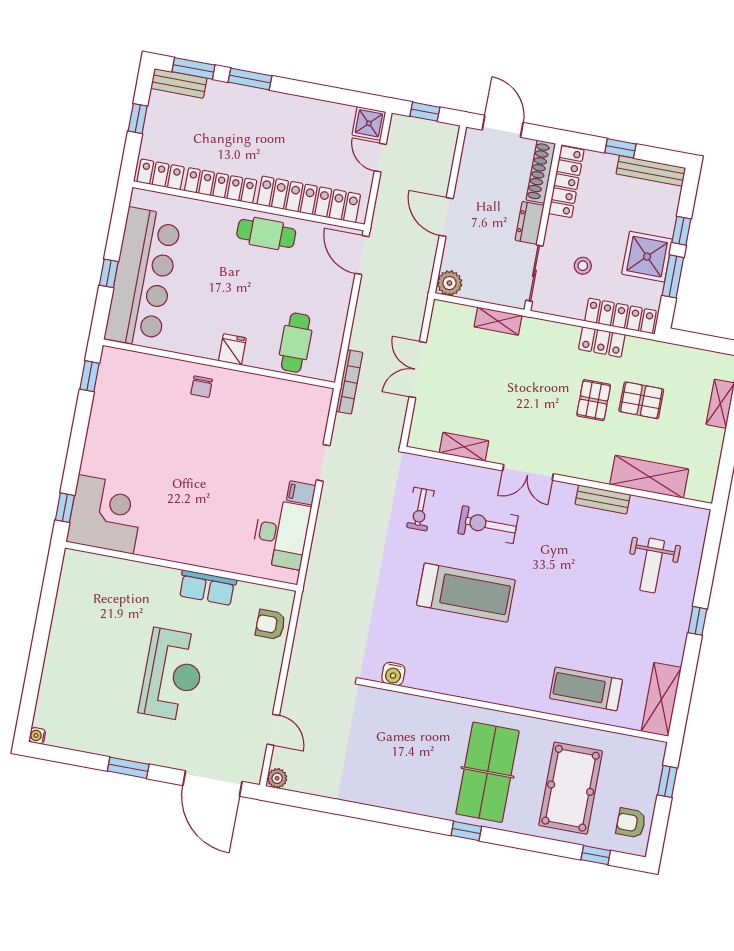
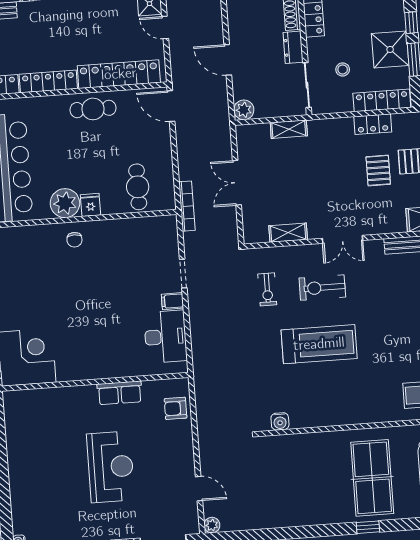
plant: (202, 339) -> (65, 203), added

